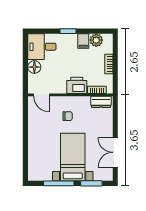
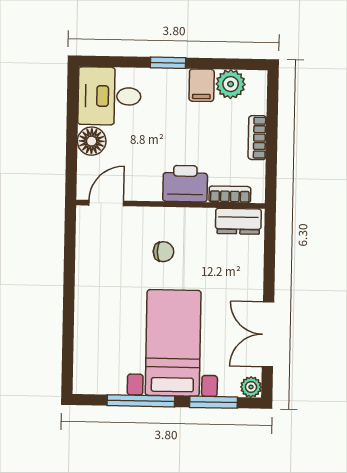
door: (41, 95) -> (106, 203), swing flipped
plant: (108, 176) -> (251, 387), added

